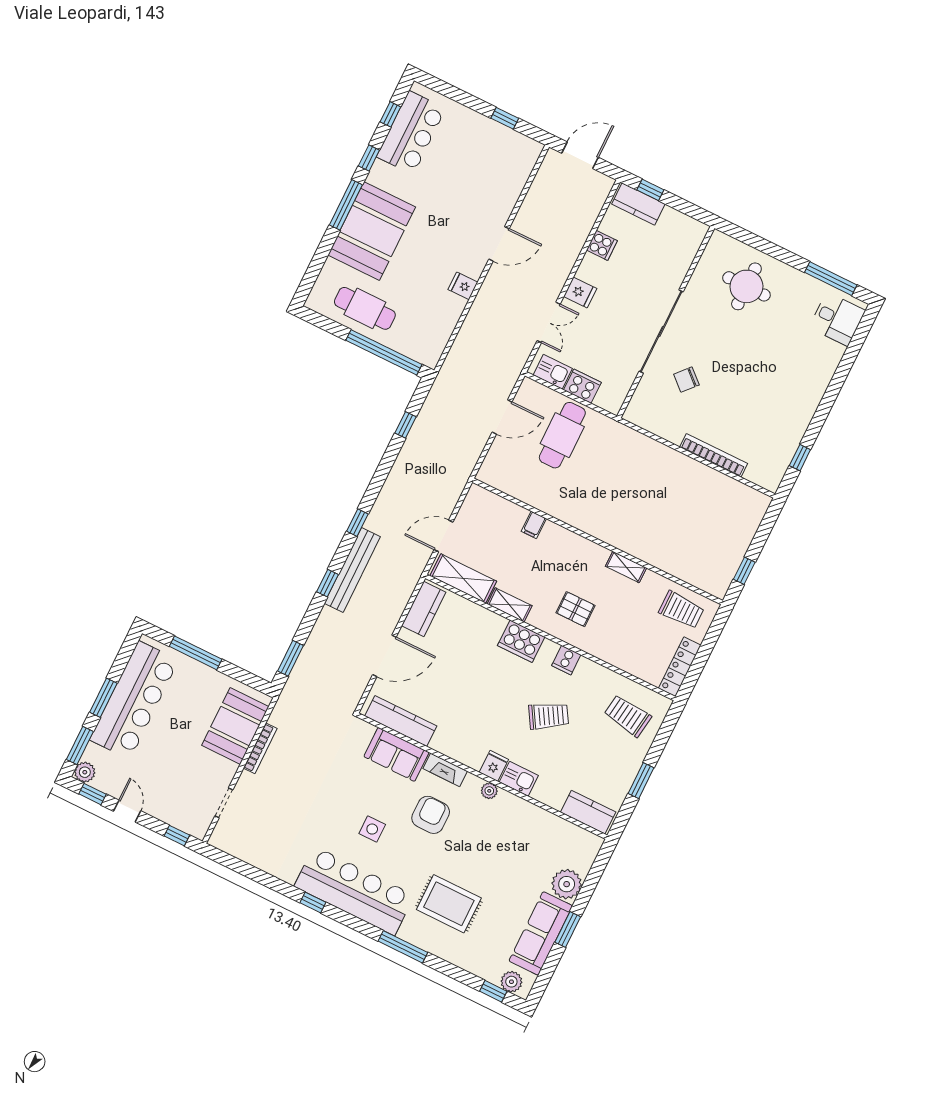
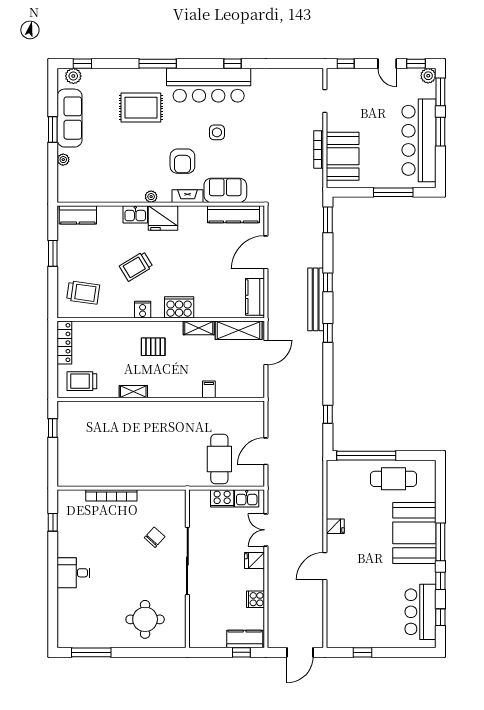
desk: (837, 319) -> (74, 573), moved
fridge: (494, 766) -> (163, 218), width x1.88, depth x1.34
plant: (567, 884) -> (63, 160), width x0.53, depth x0.53

